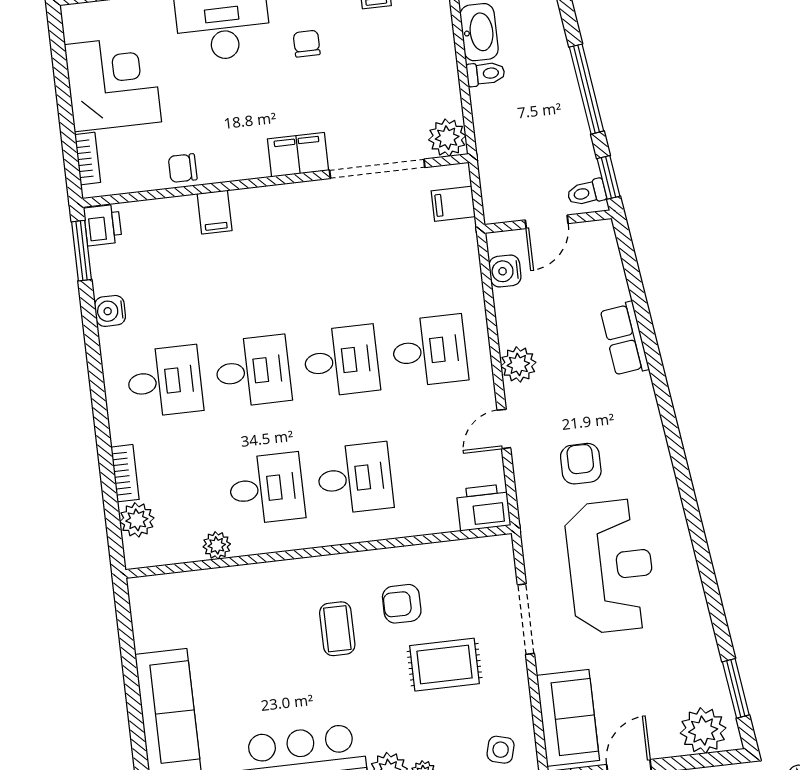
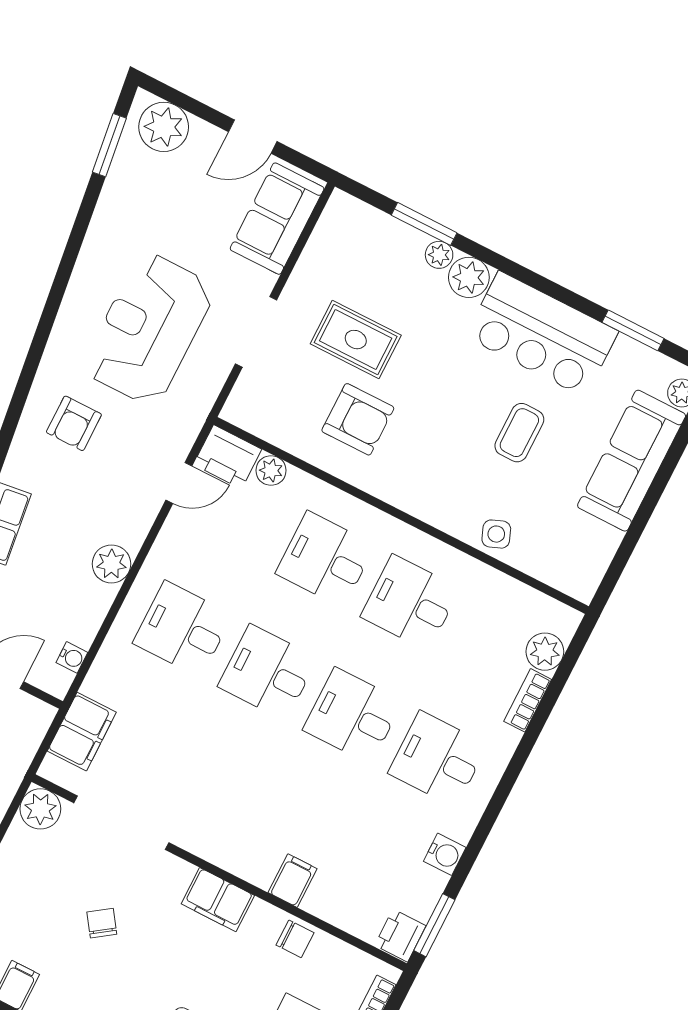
chair: (307, 44) -> (102, 923), moved, turned 145
filing cabinet: (298, 155) -> (218, 900), moved
filing cabinet: (453, 204) -> (82, 732), width x2.00
water cooler: (505, 271) -> (72, 657), width x0.72, depth x0.72
door: (504, 429) -> (179, 483), moved
armchair: (581, 464) -> (74, 423), moved
plant: (217, 545) -> (271, 470), moved
armchair: (402, 604) -> (358, 419), width x1.38, depth x1.38
coffee table: (337, 629) -> (519, 433), moved
side table: (501, 750) -> (496, 534), moved, turned -36

